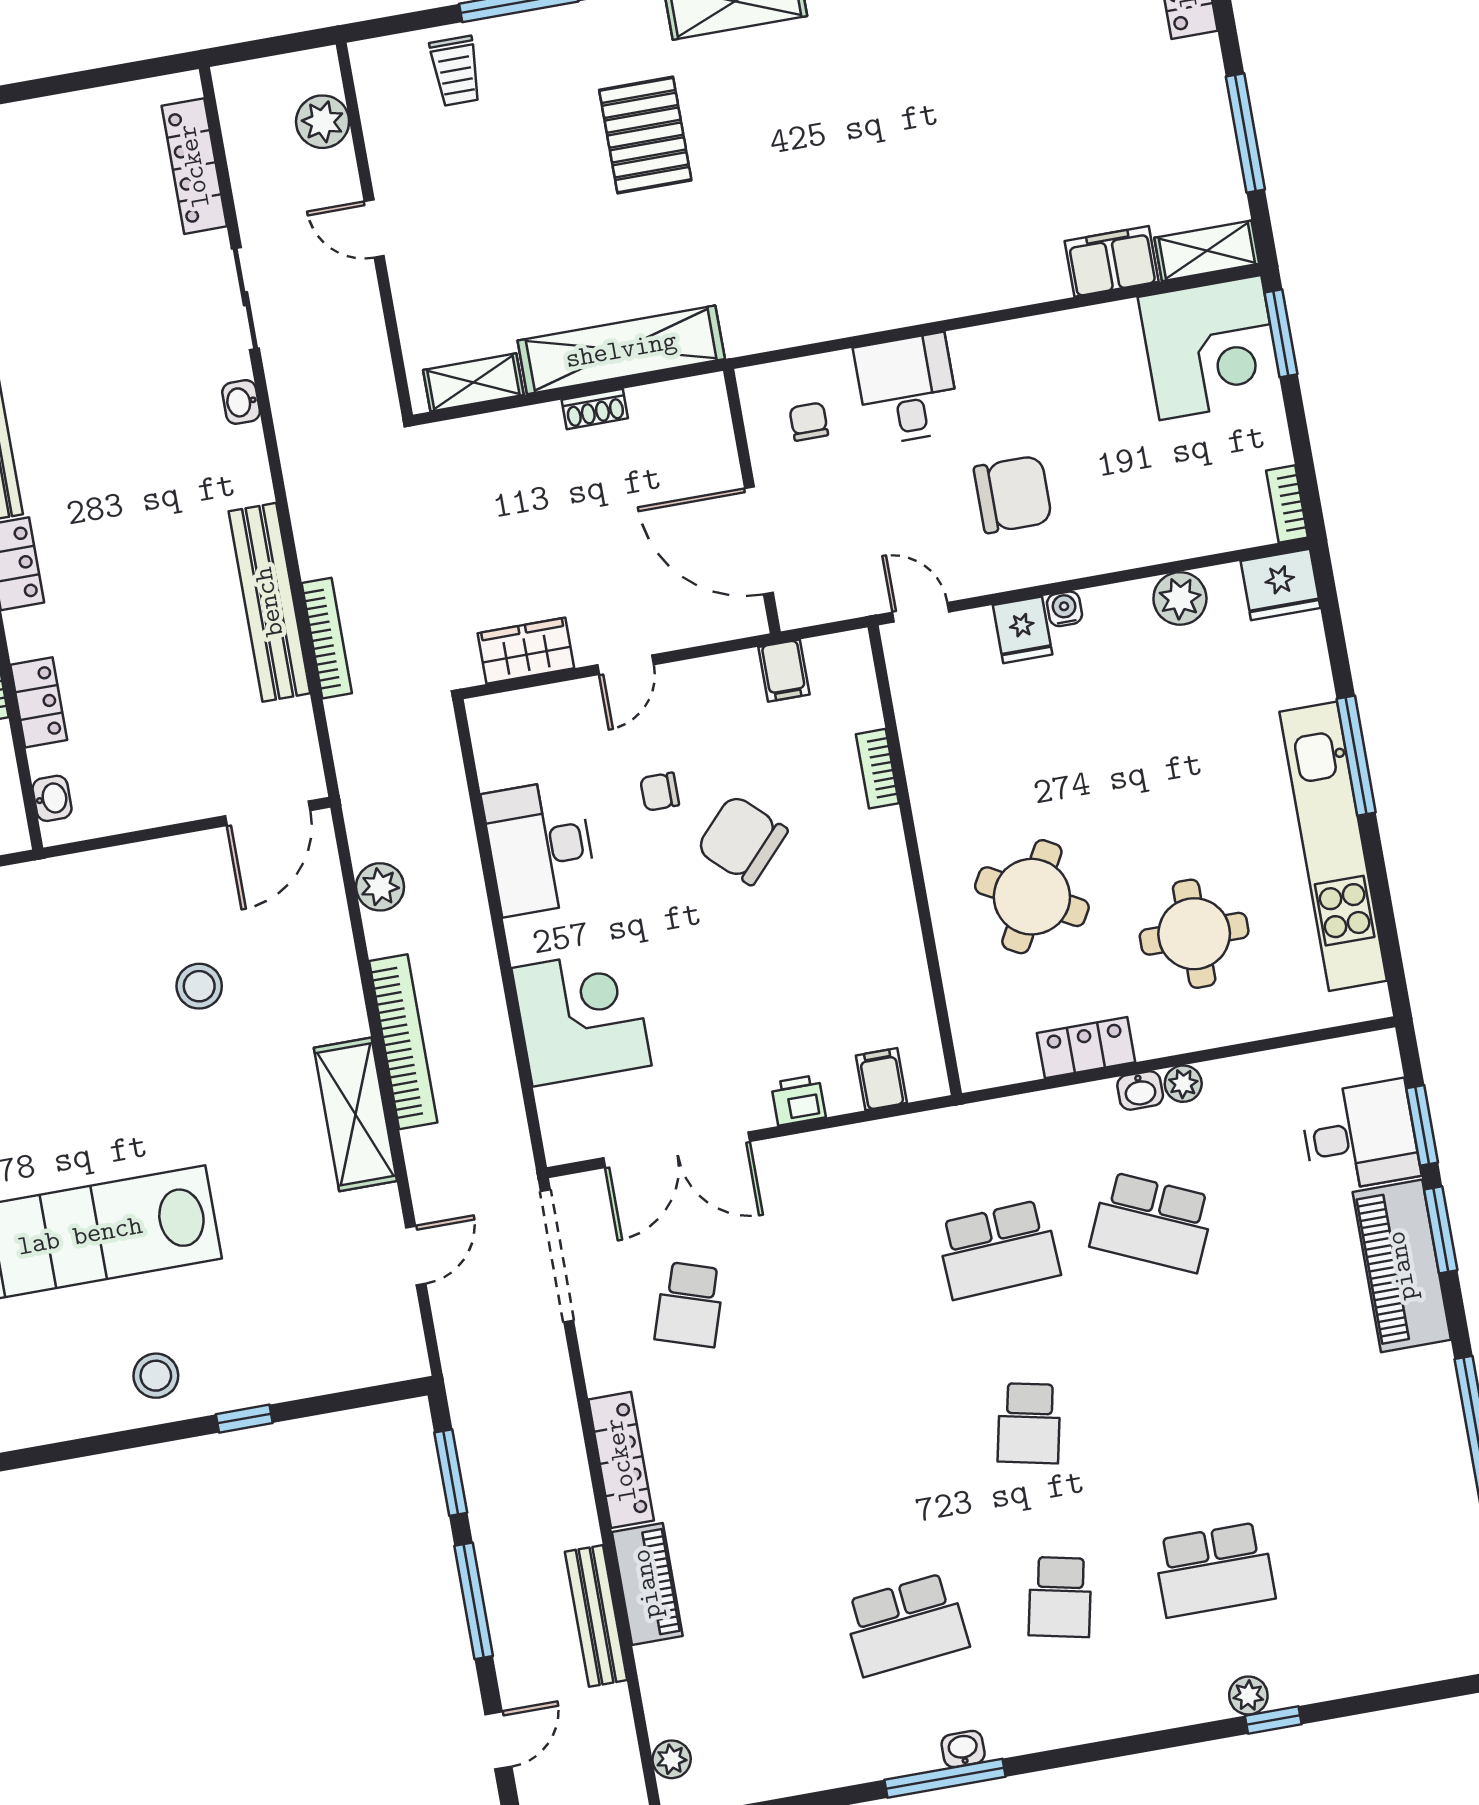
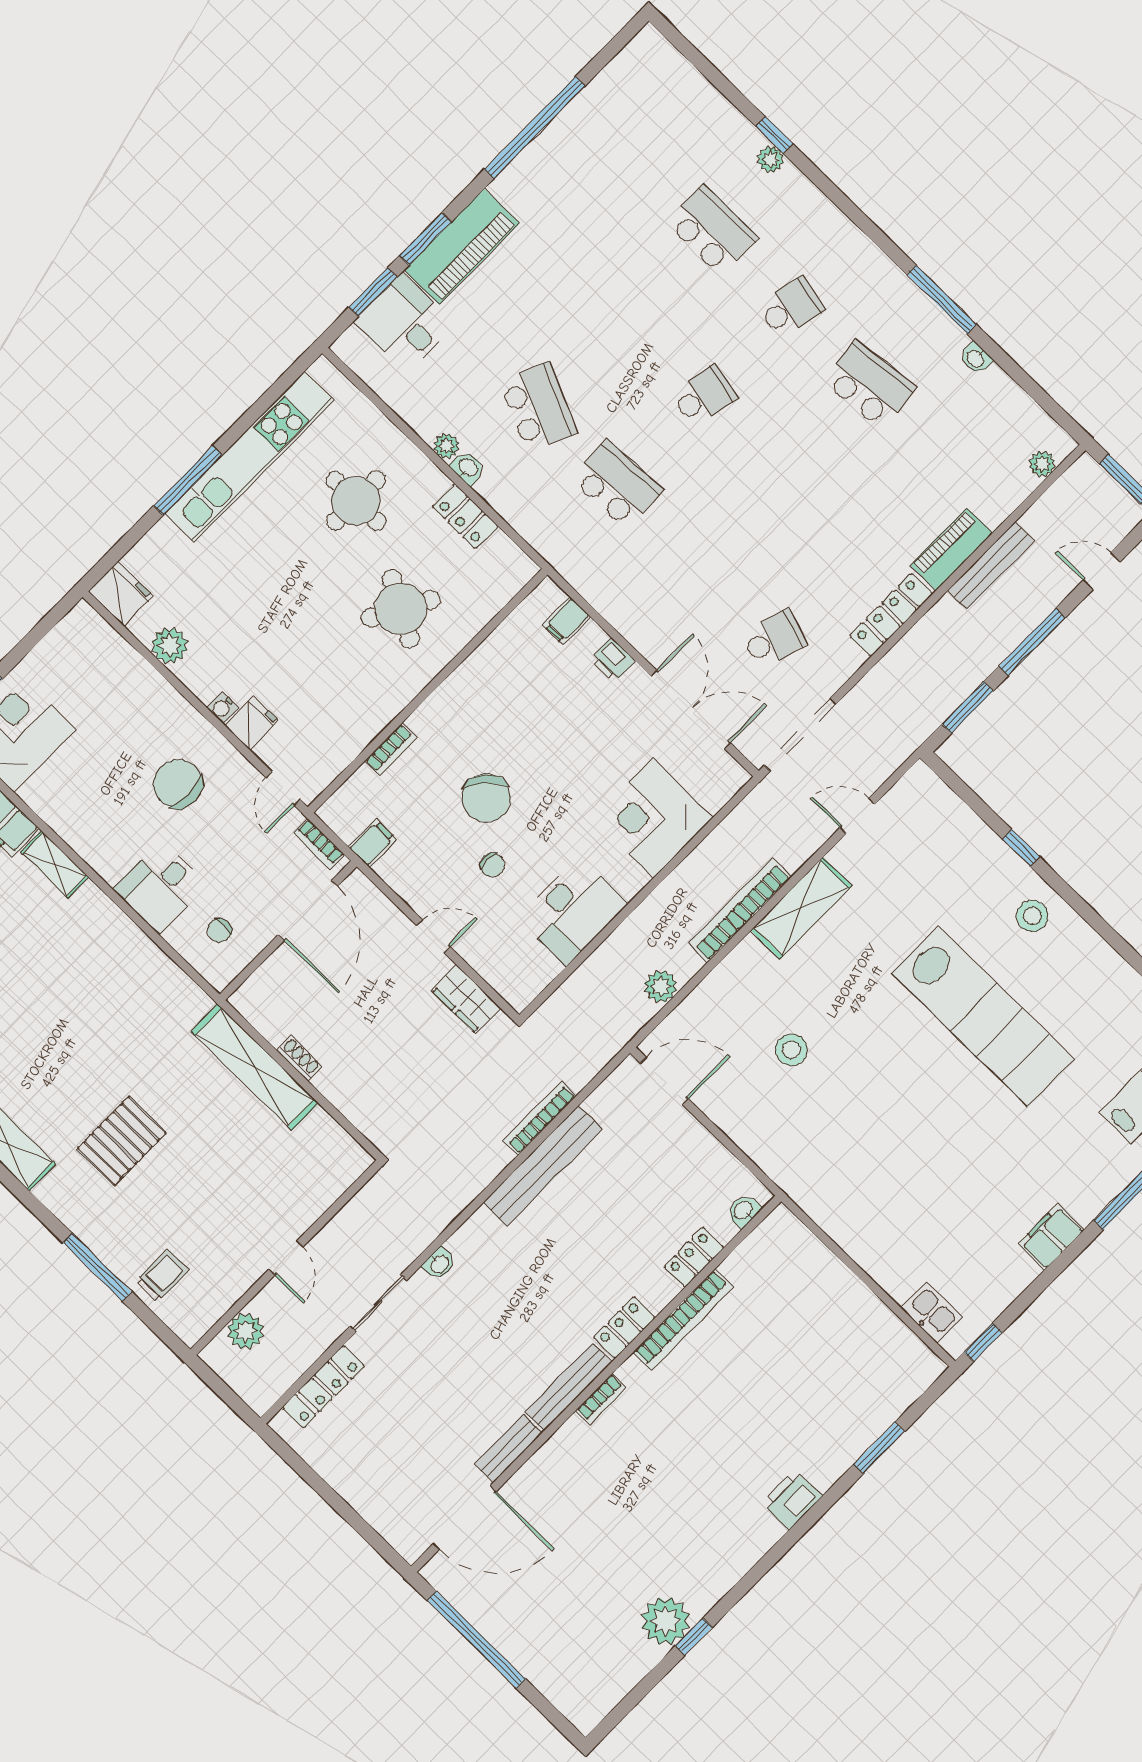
shelving: (473, 382) -> (55, 864), moved
bookcase: (1287, 504) -> (319, 844), moved, turned 90
washbasin: (963, 1749) -> (976, 358), moved

